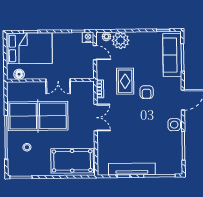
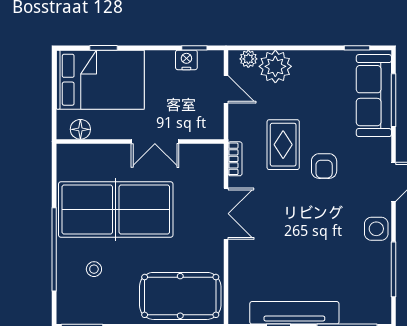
nightstand: (88, 37) -> (186, 60), moved

